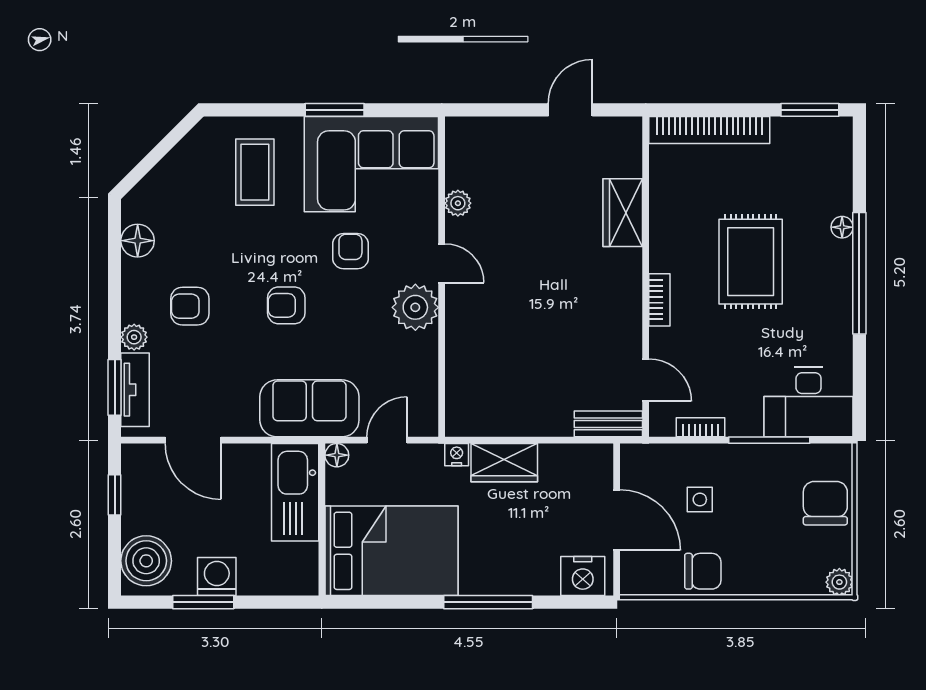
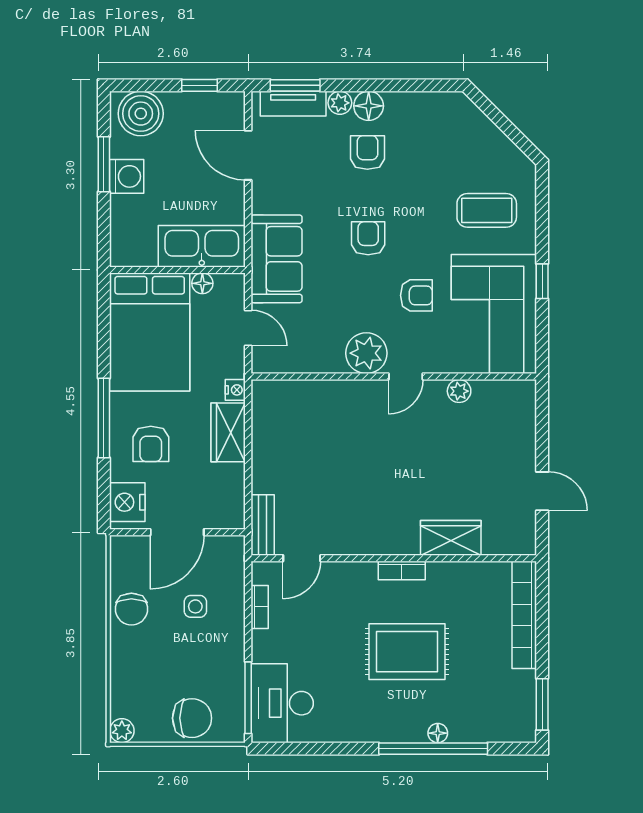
window: (335, 110) -> (542, 281), width x0.67
floor lamp: (138, 241) -> (369, 106), moved
window: (859, 273) -> (433, 749), moved
bookcase: (659, 300) -> (402, 570), moved
door: (193, 440) -> (248, 155), hinge flipped
window: (769, 440) -> (248, 698), moved
floor lamp: (337, 455) -> (202, 283), moved
armchair: (517, 550) -> (151, 444), added

